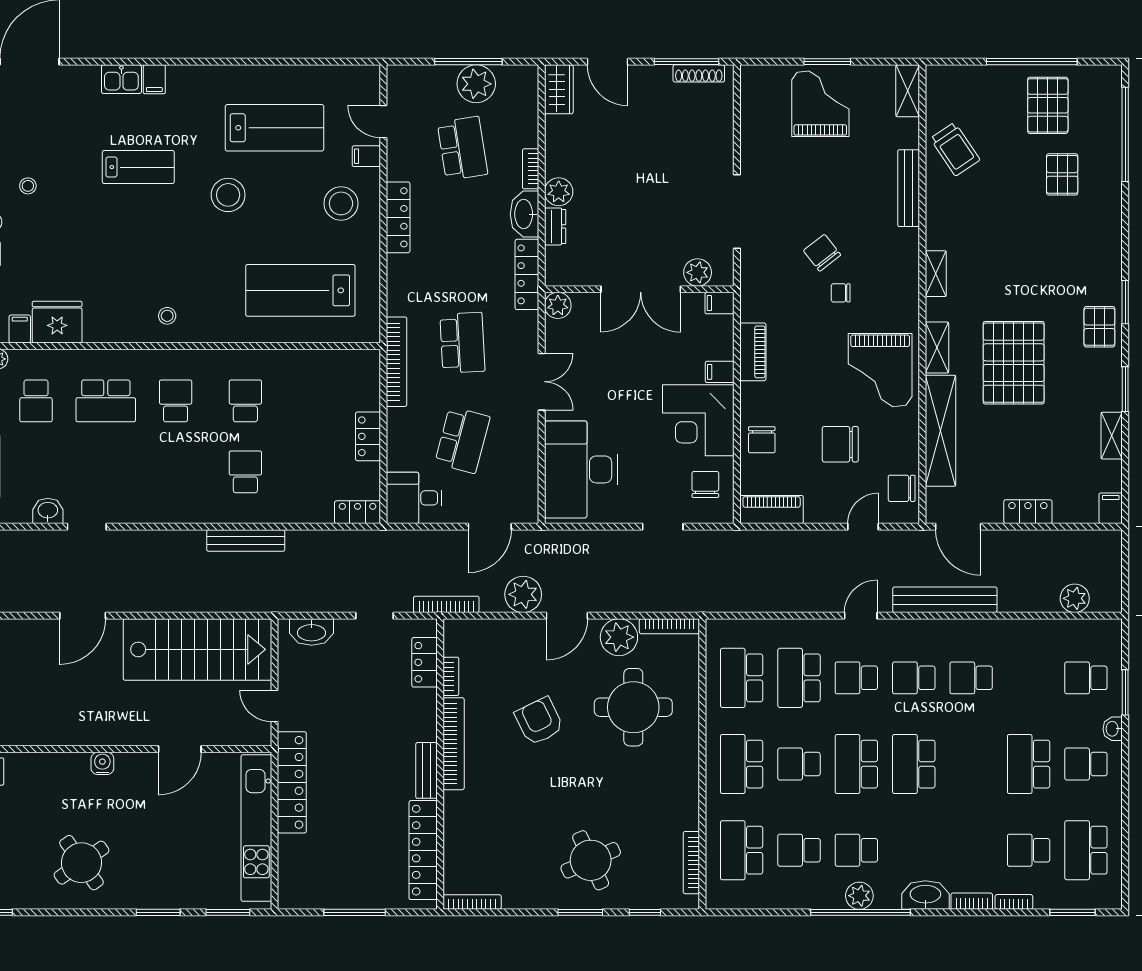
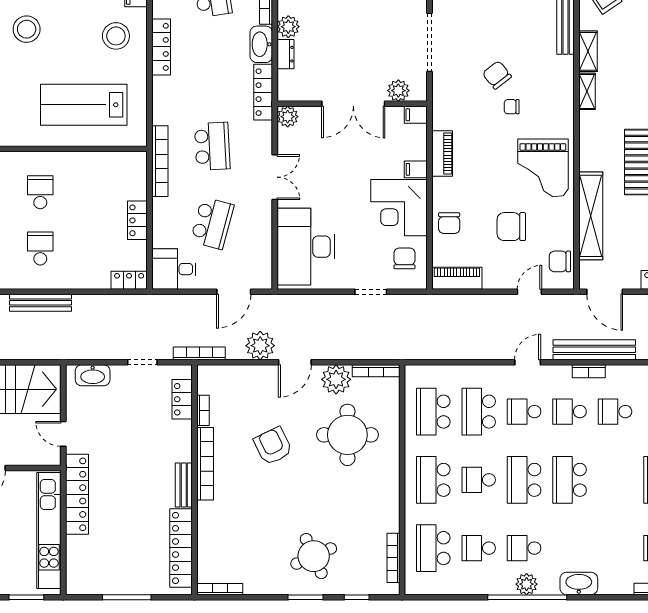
shelving: (937, 348) -> (588, 51), moved
bookcase: (972, 901) -> (589, 371), moved, turned 180

